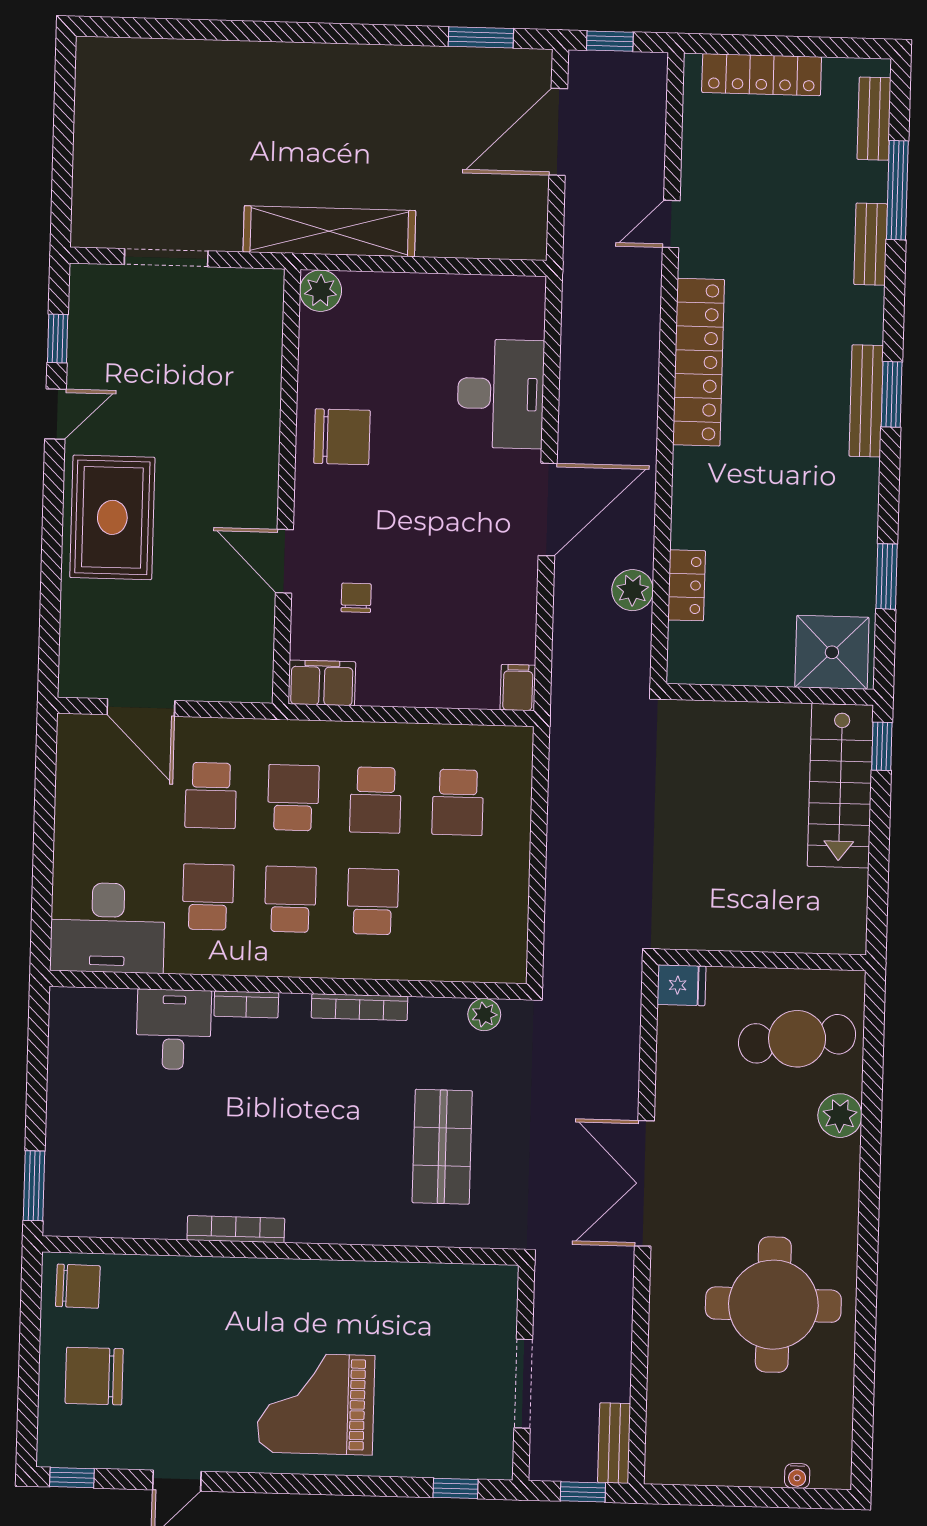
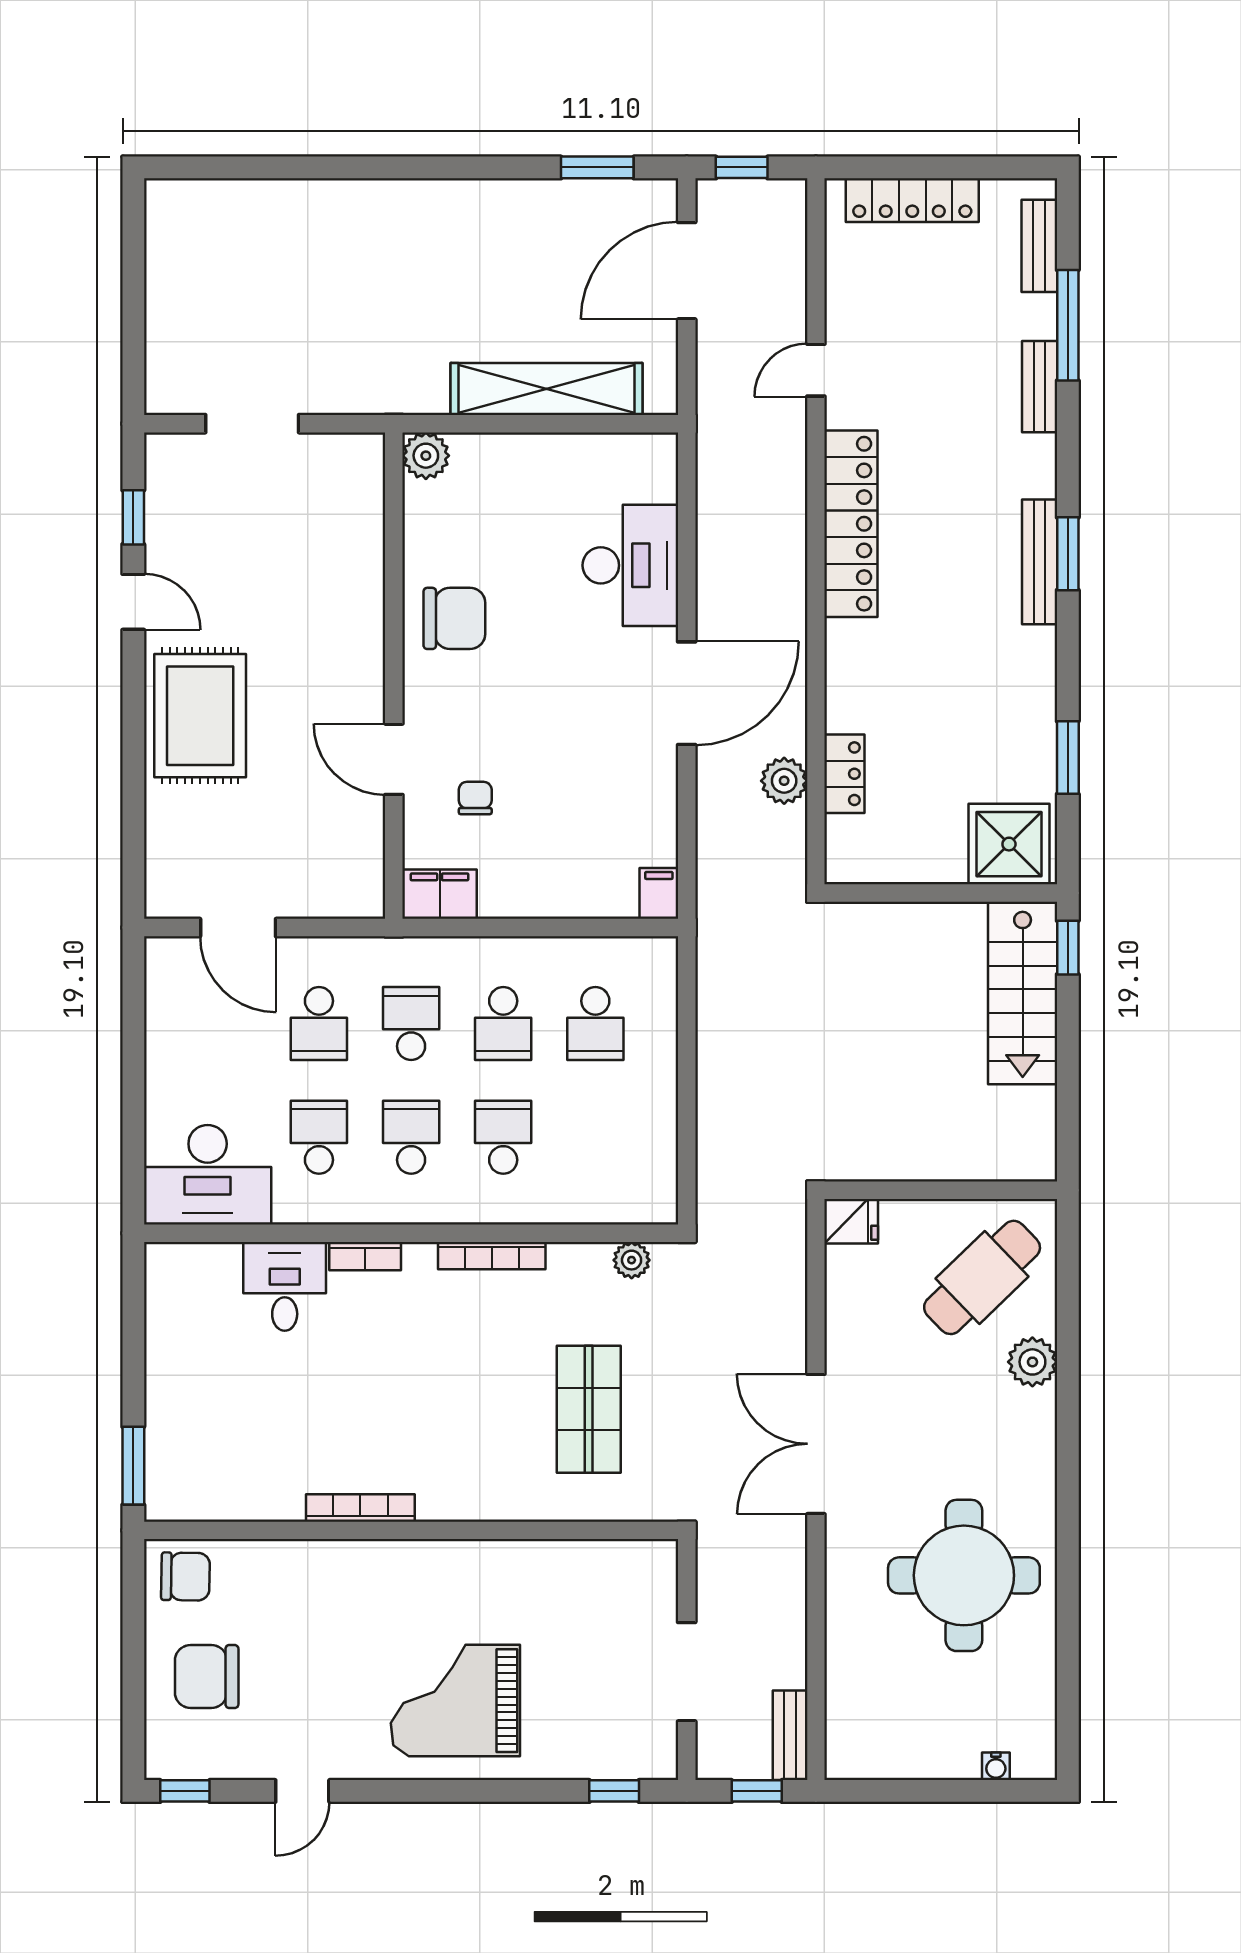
shelving: (329, 231) -> (546, 389), moved
door: (56, 414) -> (133, 602), hinge flipped
cafe table: (797, 1039) -> (982, 1277), turned -36

